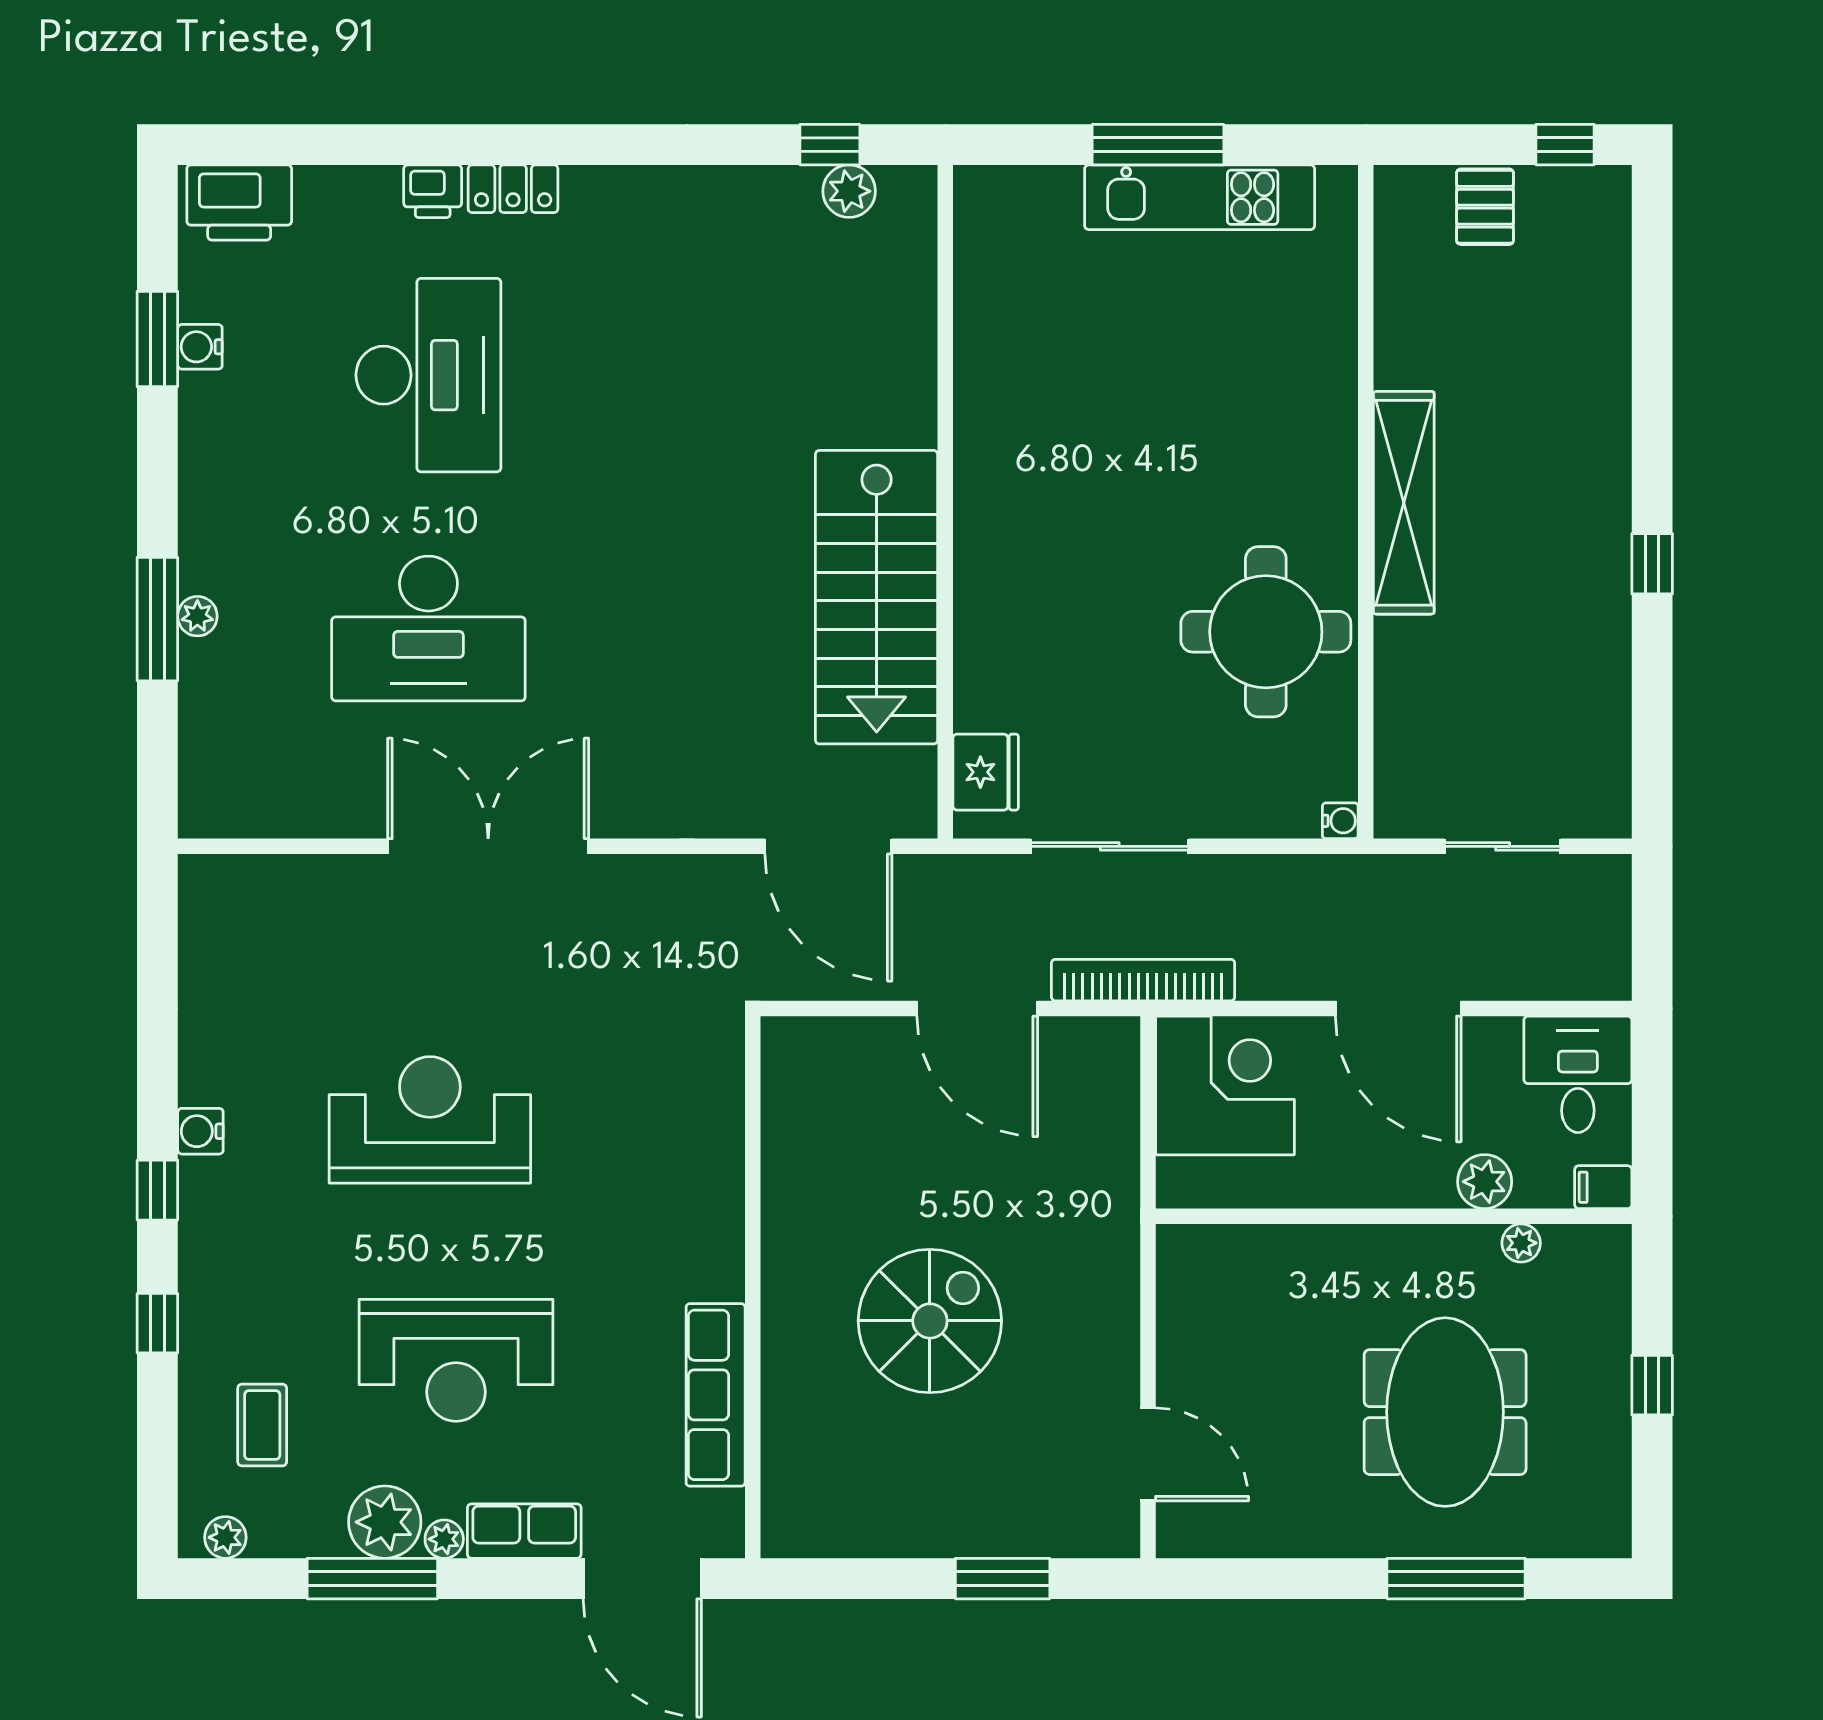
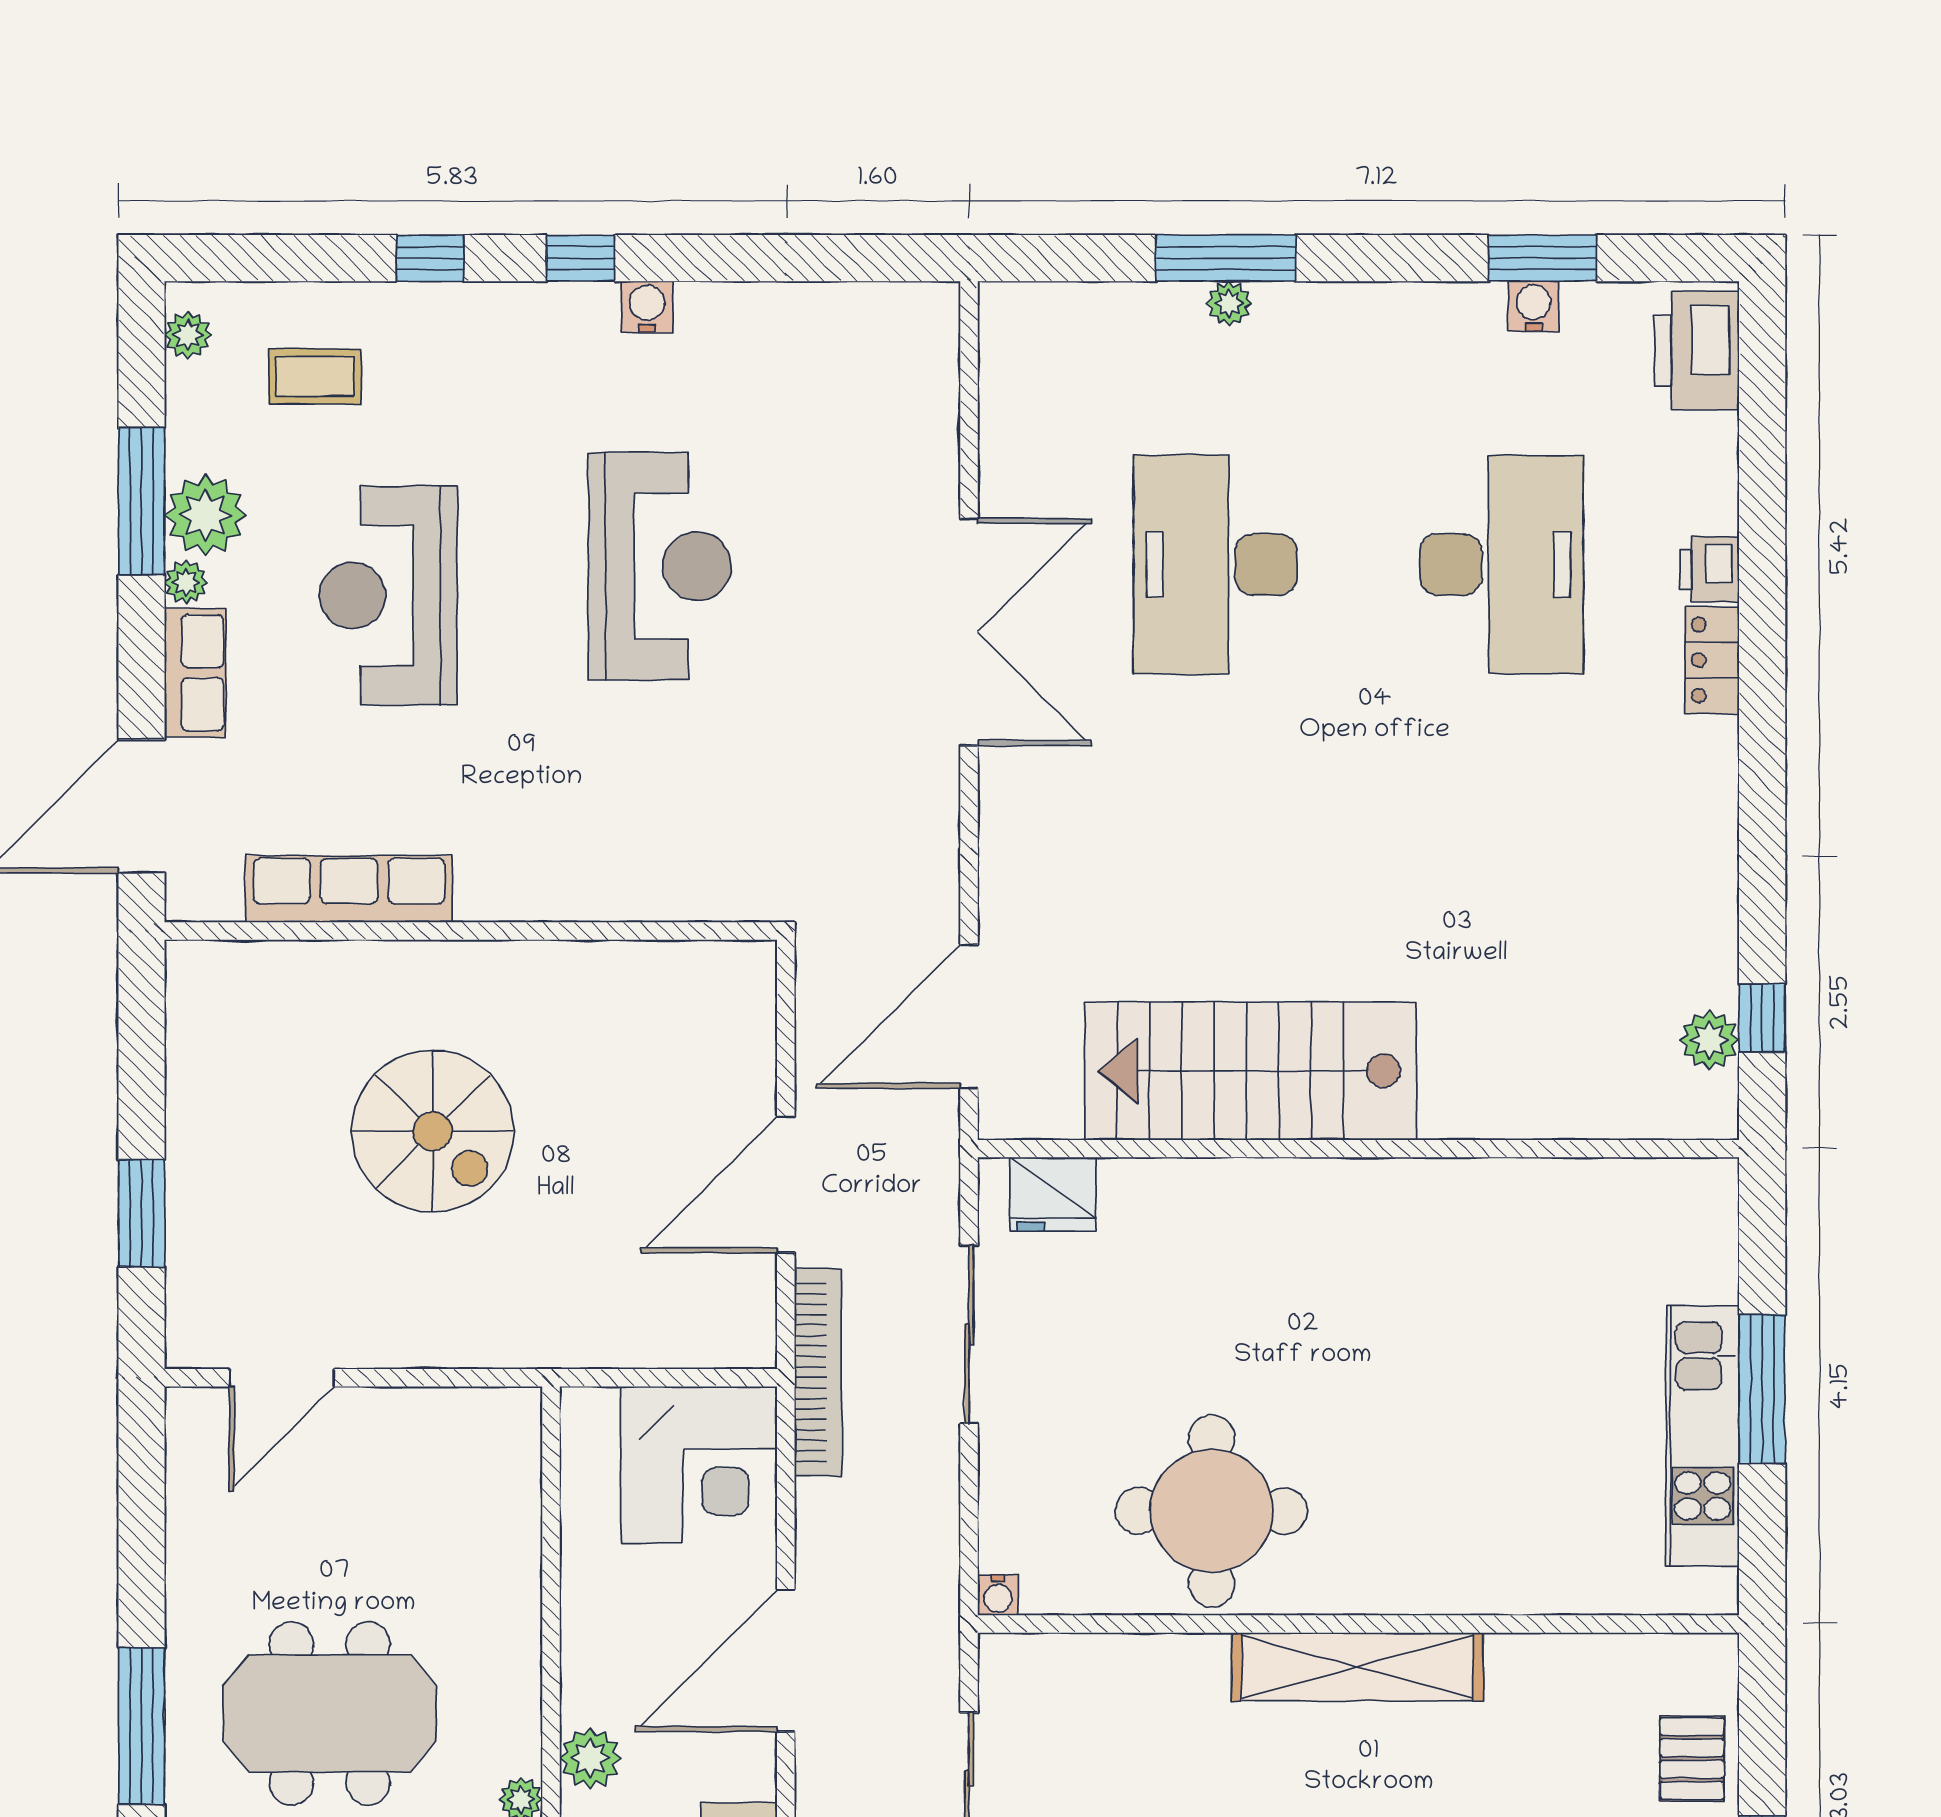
pallet: (1485, 207) -> (1692, 1759), turned 90
desk: (428, 375) -> (1502, 565), turned -90

